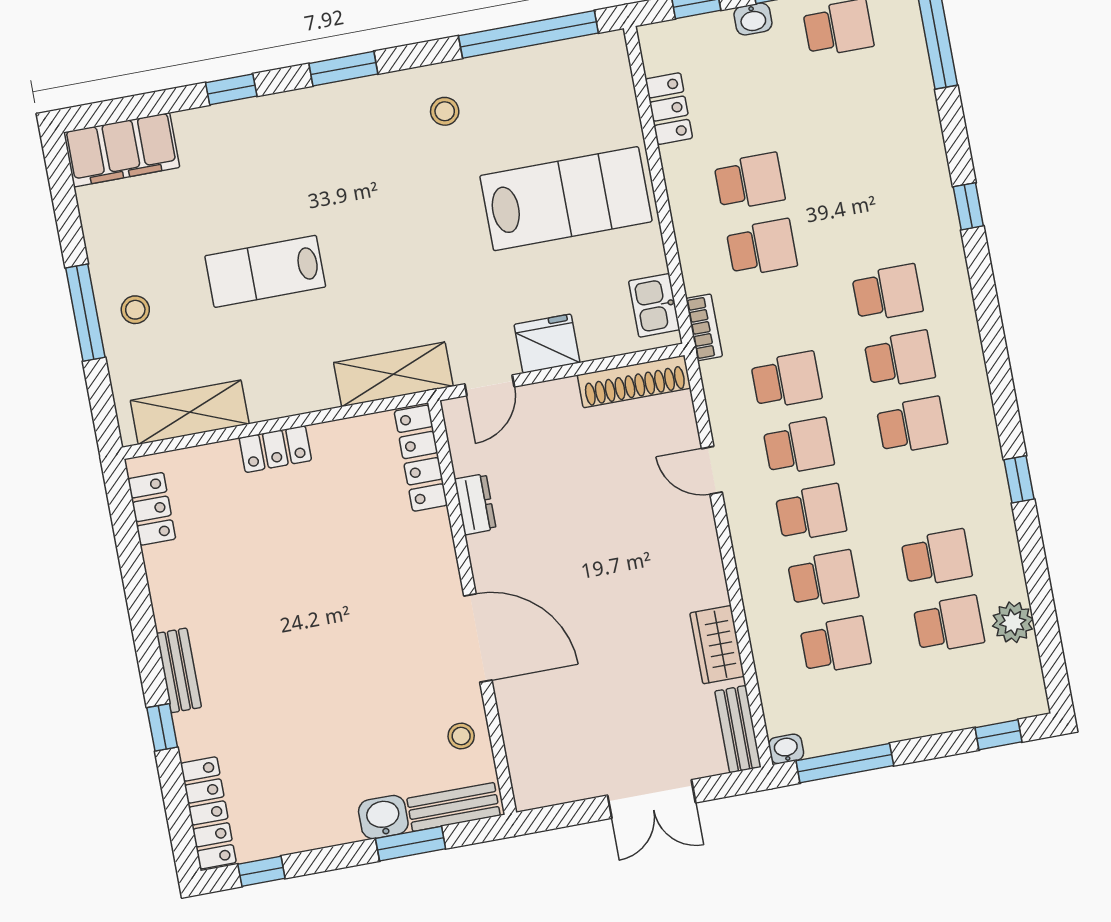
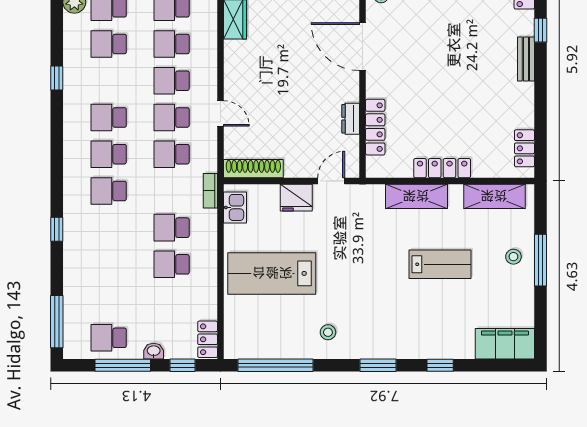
locker: (669, 109) -> (208, 339), moved
shelving: (393, 374) -> (416, 196), moved
locker: (275, 449) -> (442, 168), width x1.53
locker: (421, 458) -> (375, 127), moved

